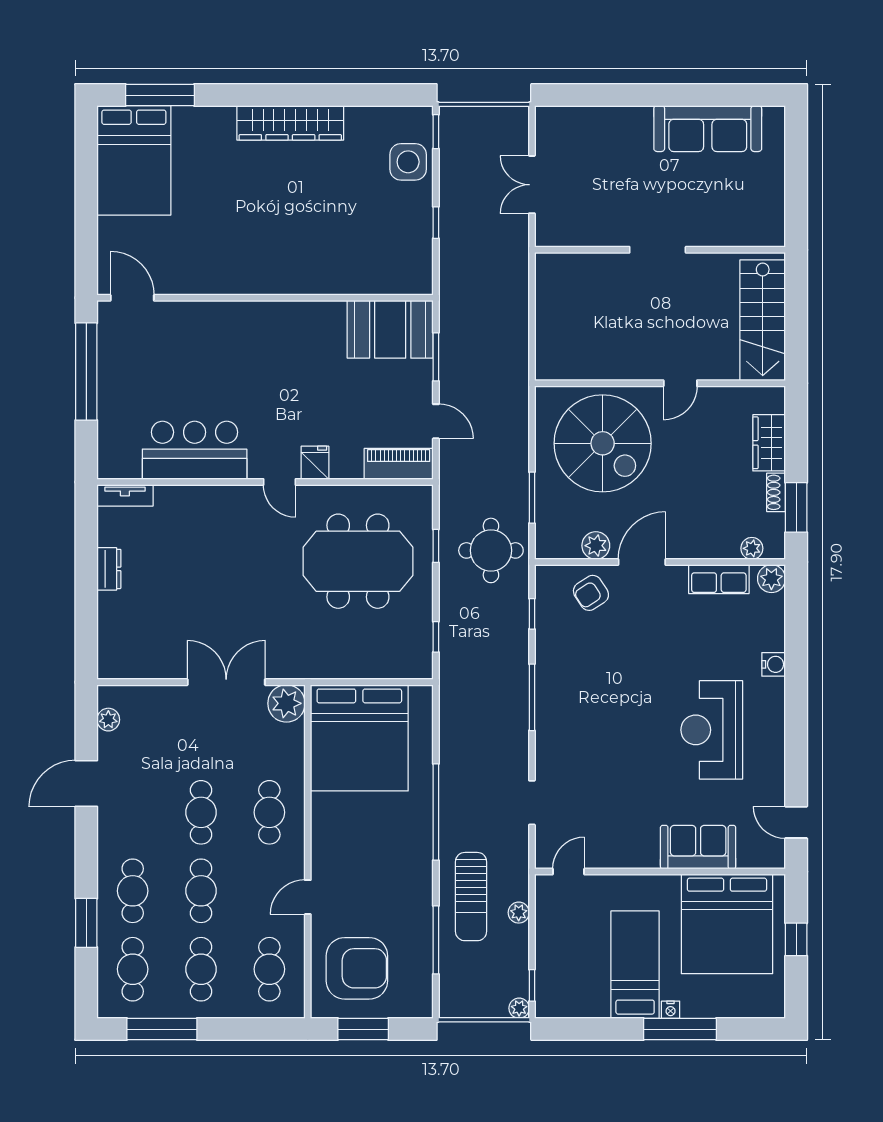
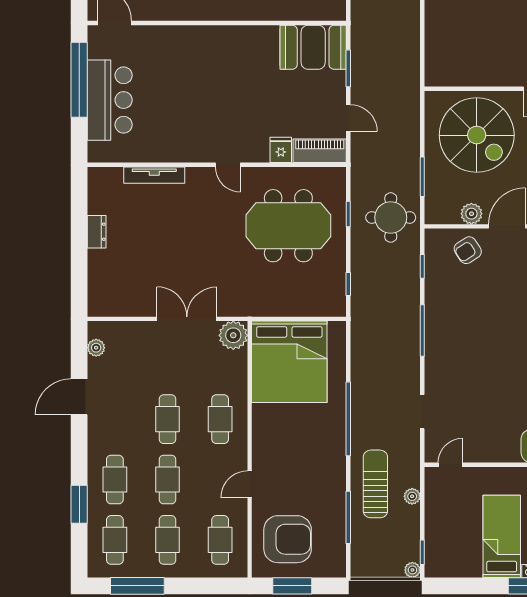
bar counter: (195, 450) -> (110, 100), moved, turned 90
fridge: (315, 463) -> (281, 150), moved
tv unit: (125, 495) -> (154, 175), moved, width x1.41
sun lounger: (471, 897) -> (375, 484), turned 180

